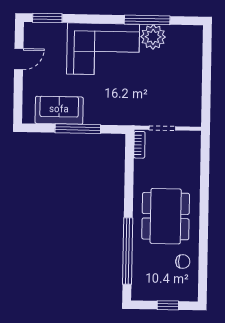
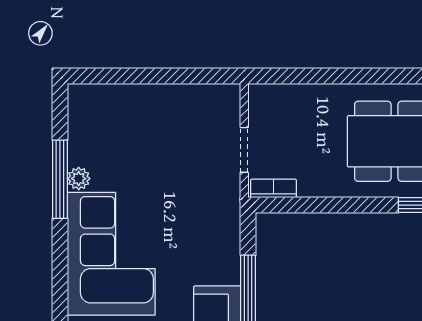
plant: (153, 37) -> (79, 179), width x0.53, depth x0.53

